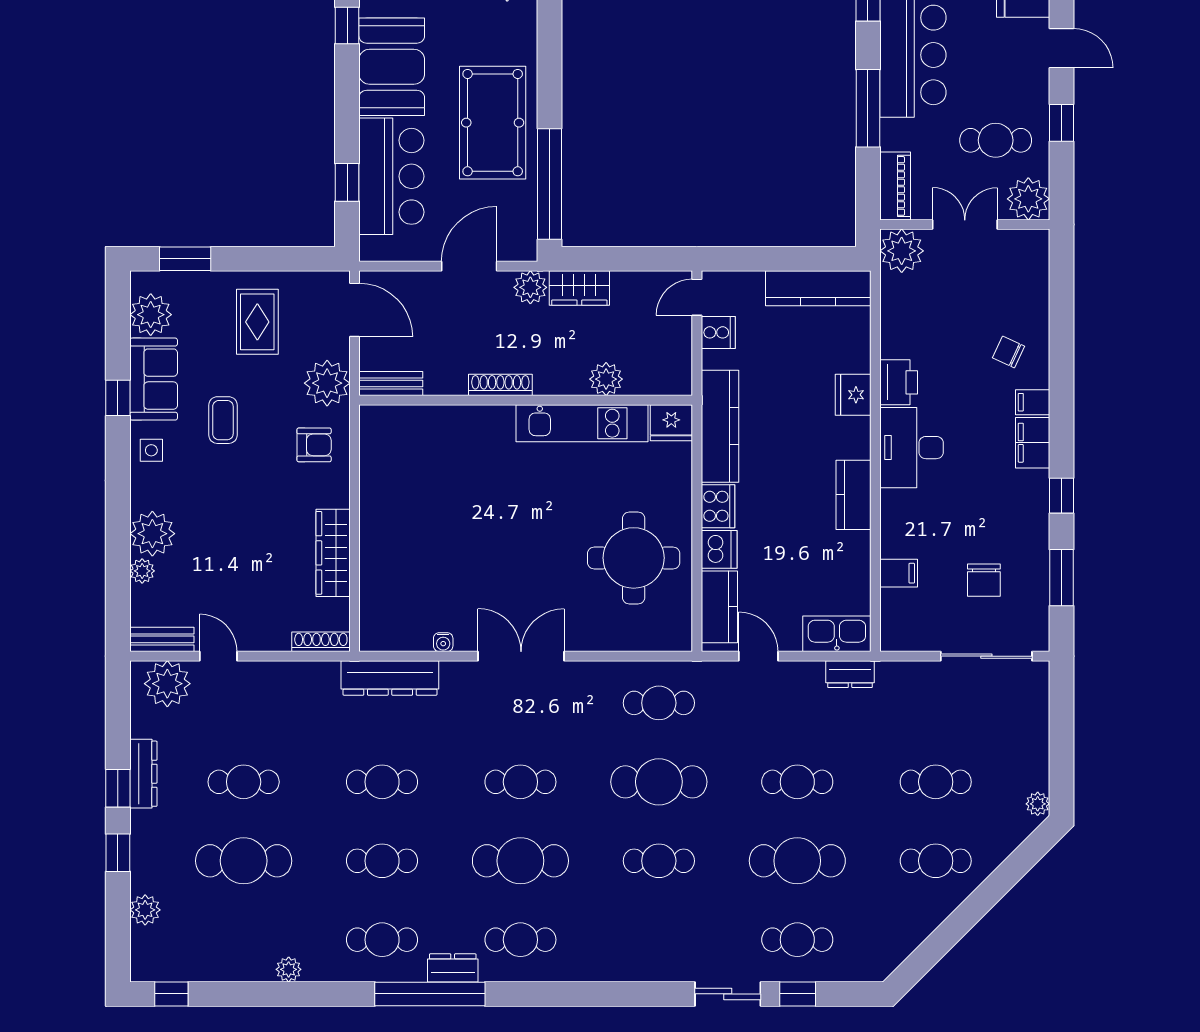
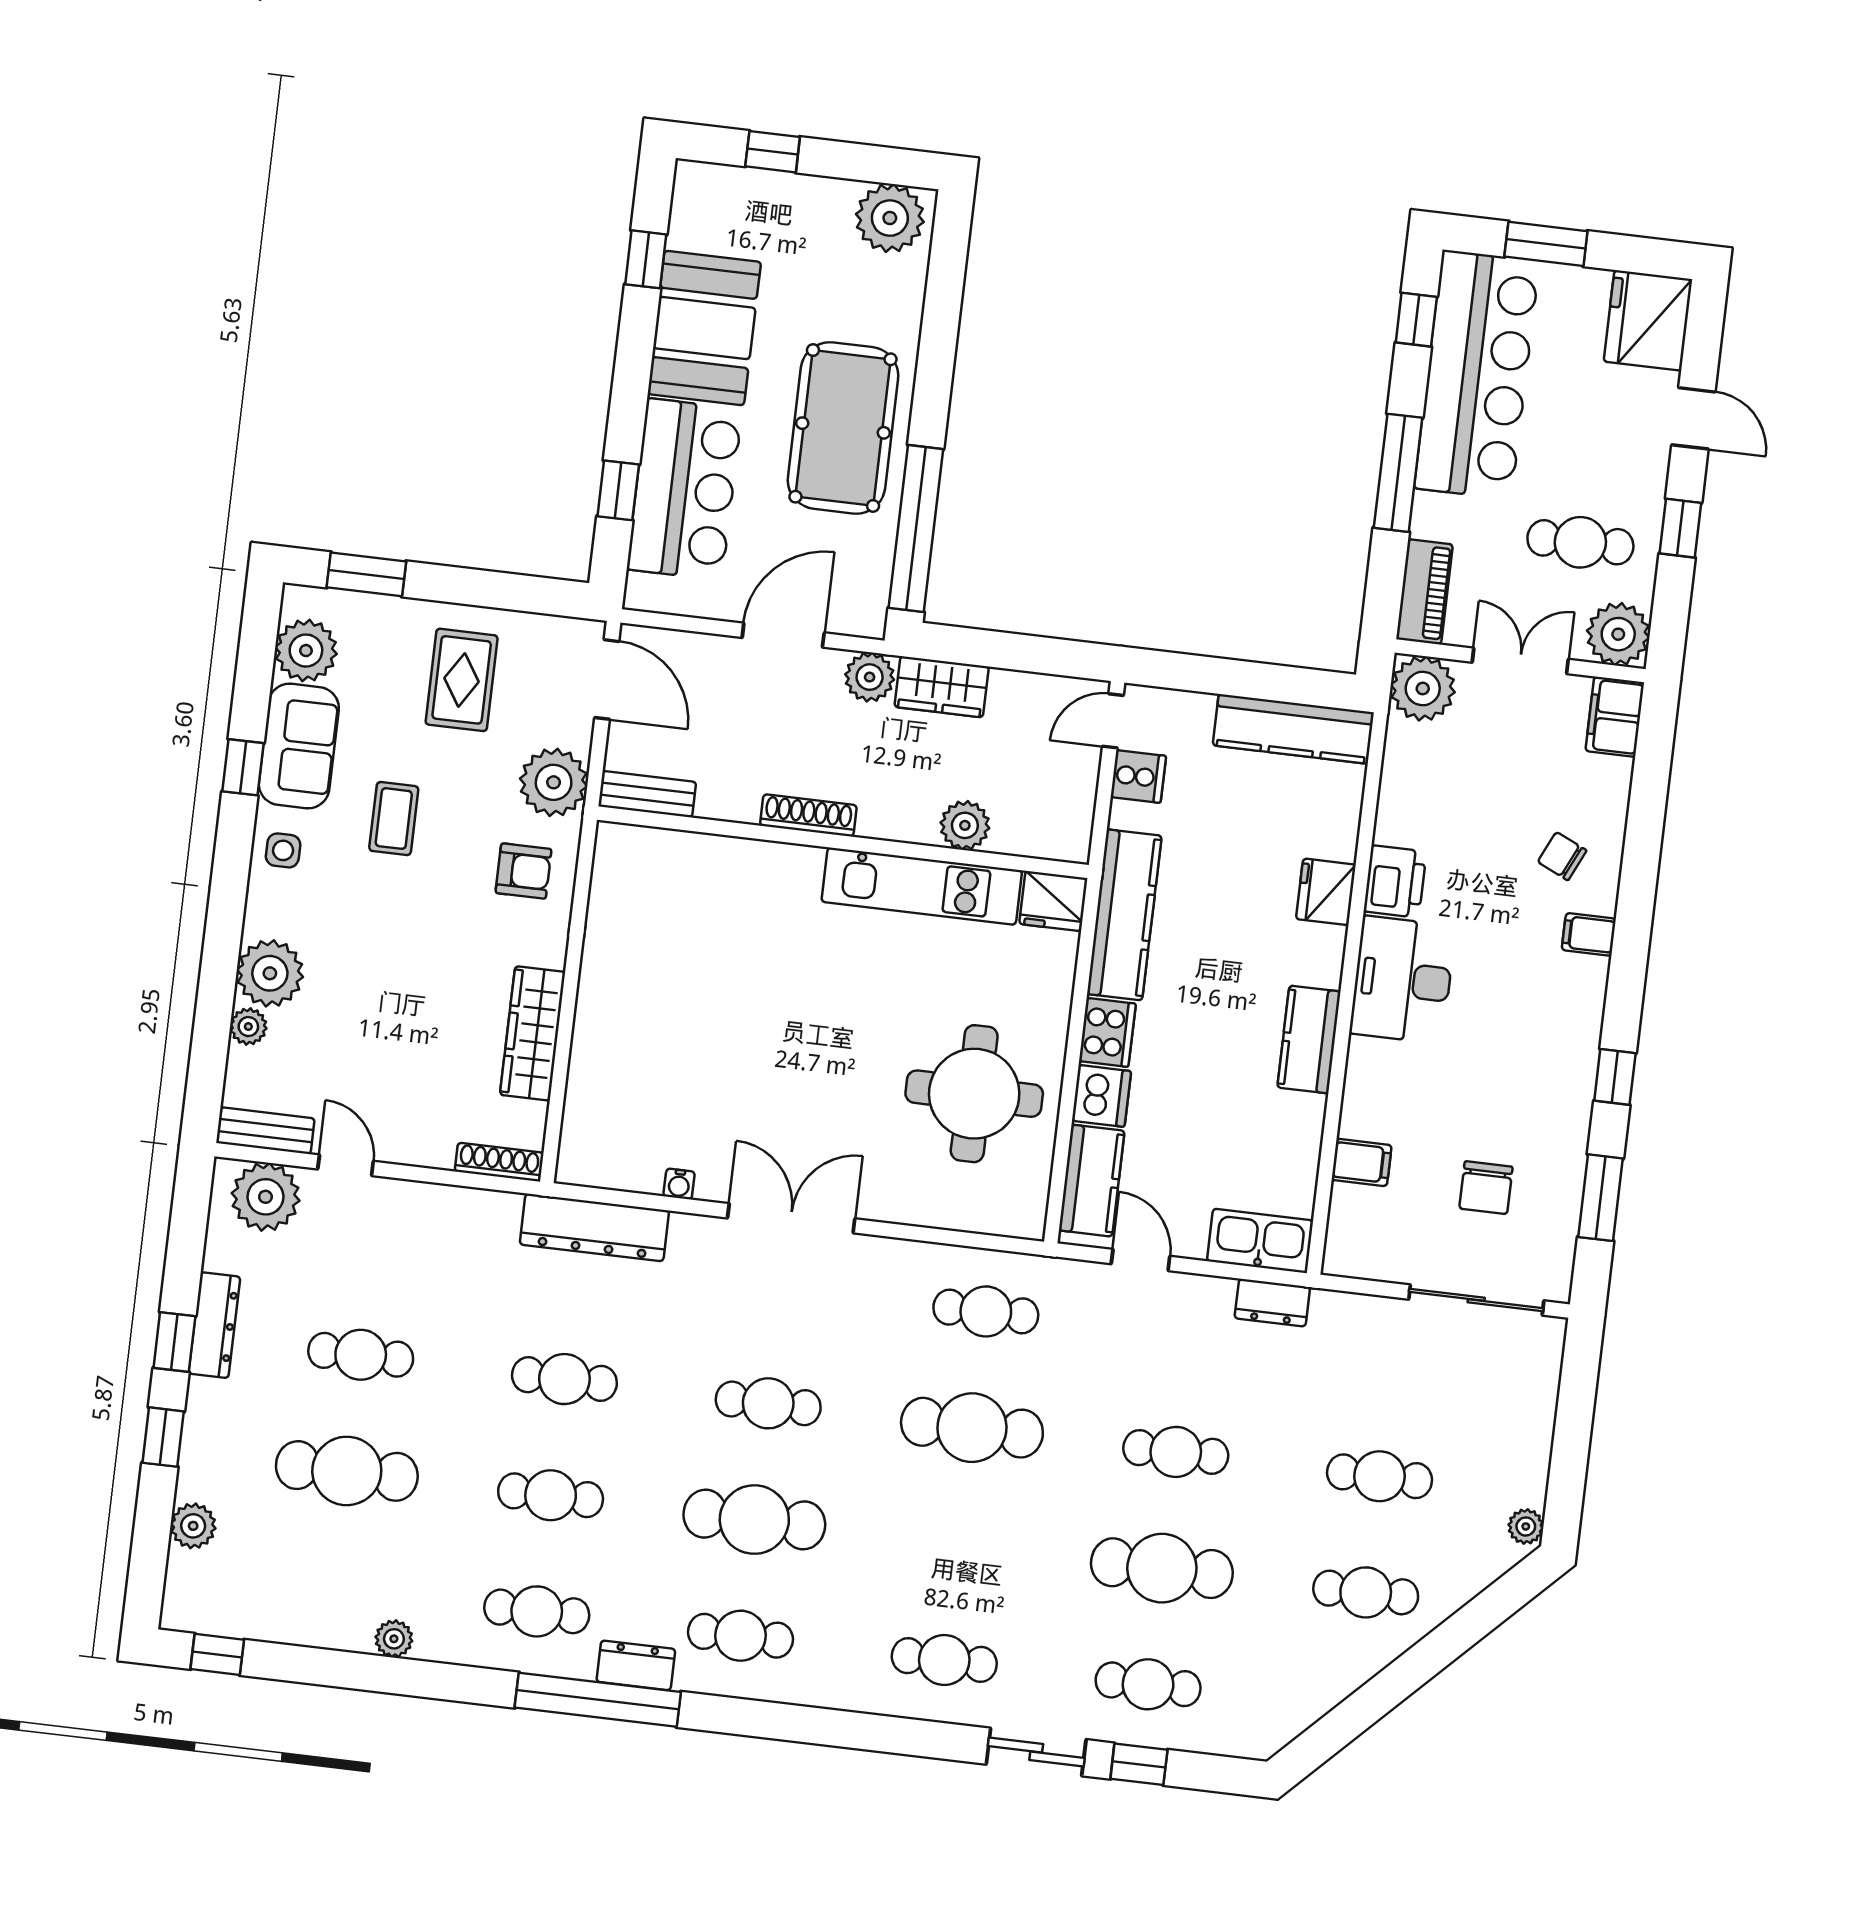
filing cabinet: (1033, 443) -> (1615, 717), moved
cafe table: (659, 861) -> (944, 1660), moved

